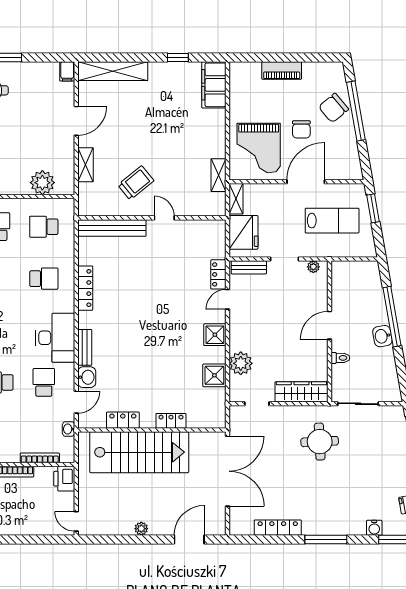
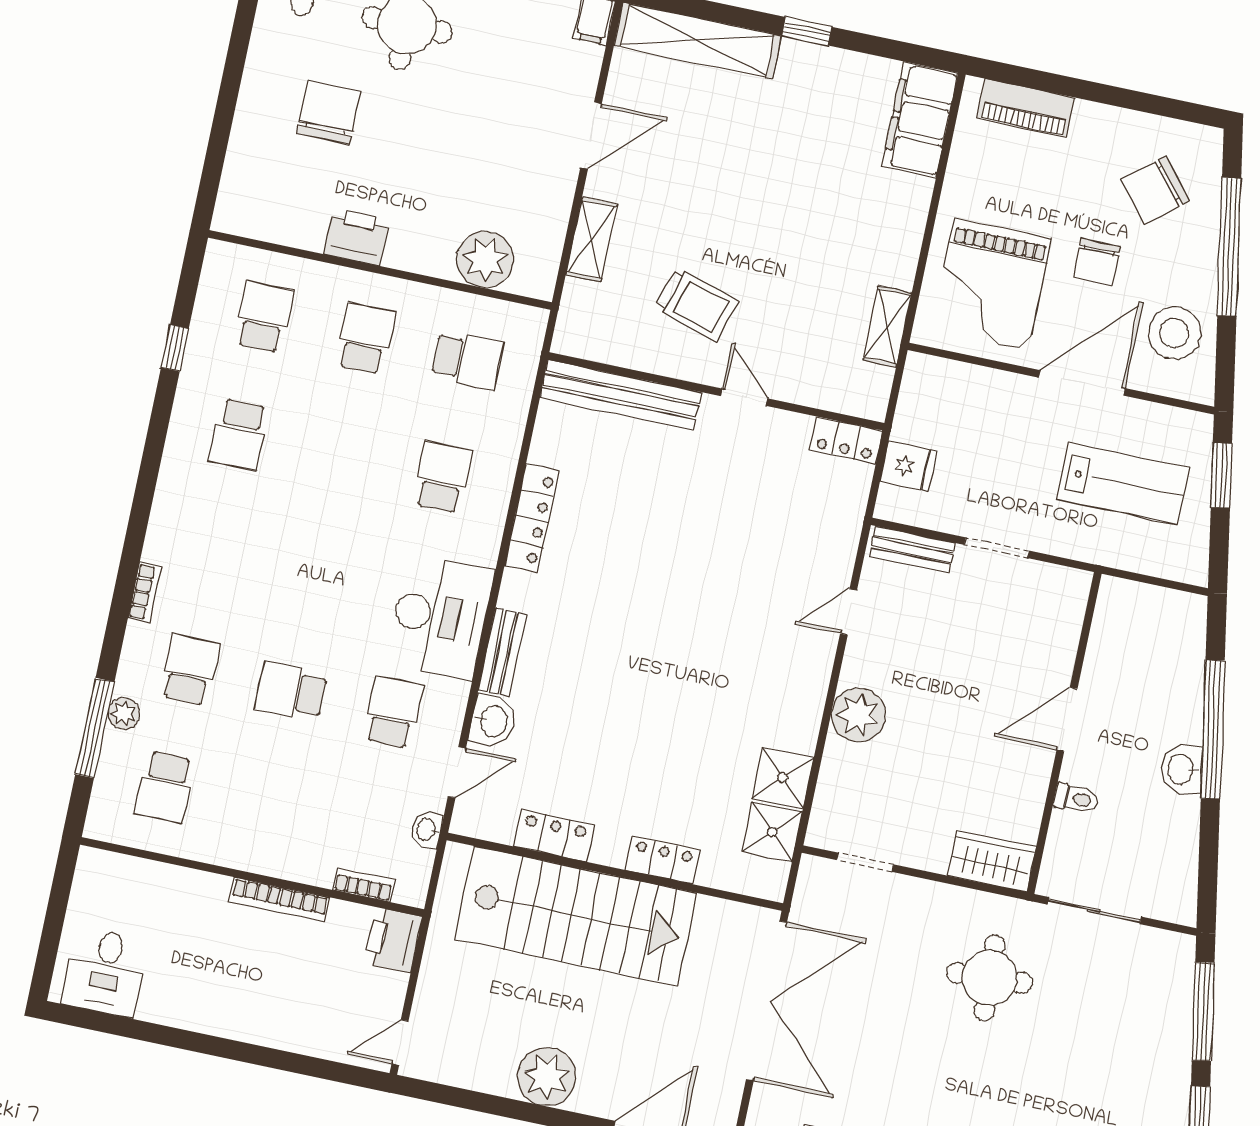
window: (178, 58) -> (807, 31), moved
piano: (282, 70) -> (1026, 108), moved
chair: (334, 108) -> (1155, 190), moved
stool: (340, 152) -> (1174, 333), added
trolley: (136, 183) -> (697, 304), turned 56
shelving: (236, 199) -> (916, 388), removed
school desk: (44, 227) -> (467, 360), turned 180
fridge: (243, 232) -> (908, 466), width x0.53, depth x0.75
plant: (313, 267) -> (1059, 579), removed
locker: (218, 274) -> (846, 440), moved, turned -90
school desk: (44, 279) -> (443, 477), turned -90
shower: (215, 335) -> (772, 832), moved
plant: (241, 363) -> (858, 715), moved
wardrobe: (301, 392) -> (992, 861), width x0.67
bookcase: (40, 458) -> (364, 885), width x0.64
door: (76, 521) -> (400, 1043), hinge flipped
plant: (141, 529) -> (547, 1077), width x1.88, depth x1.88

